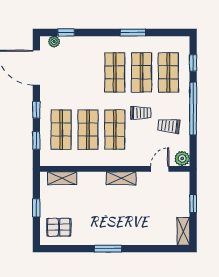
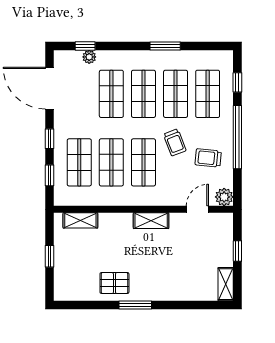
plant: (54, 42) -> (89, 57), moved
shop shelf: (88, 72) -> (111, 94), added
trolley: (141, 113) -> (175, 142), turned 69
pallet: (59, 227) -> (114, 283), moved

